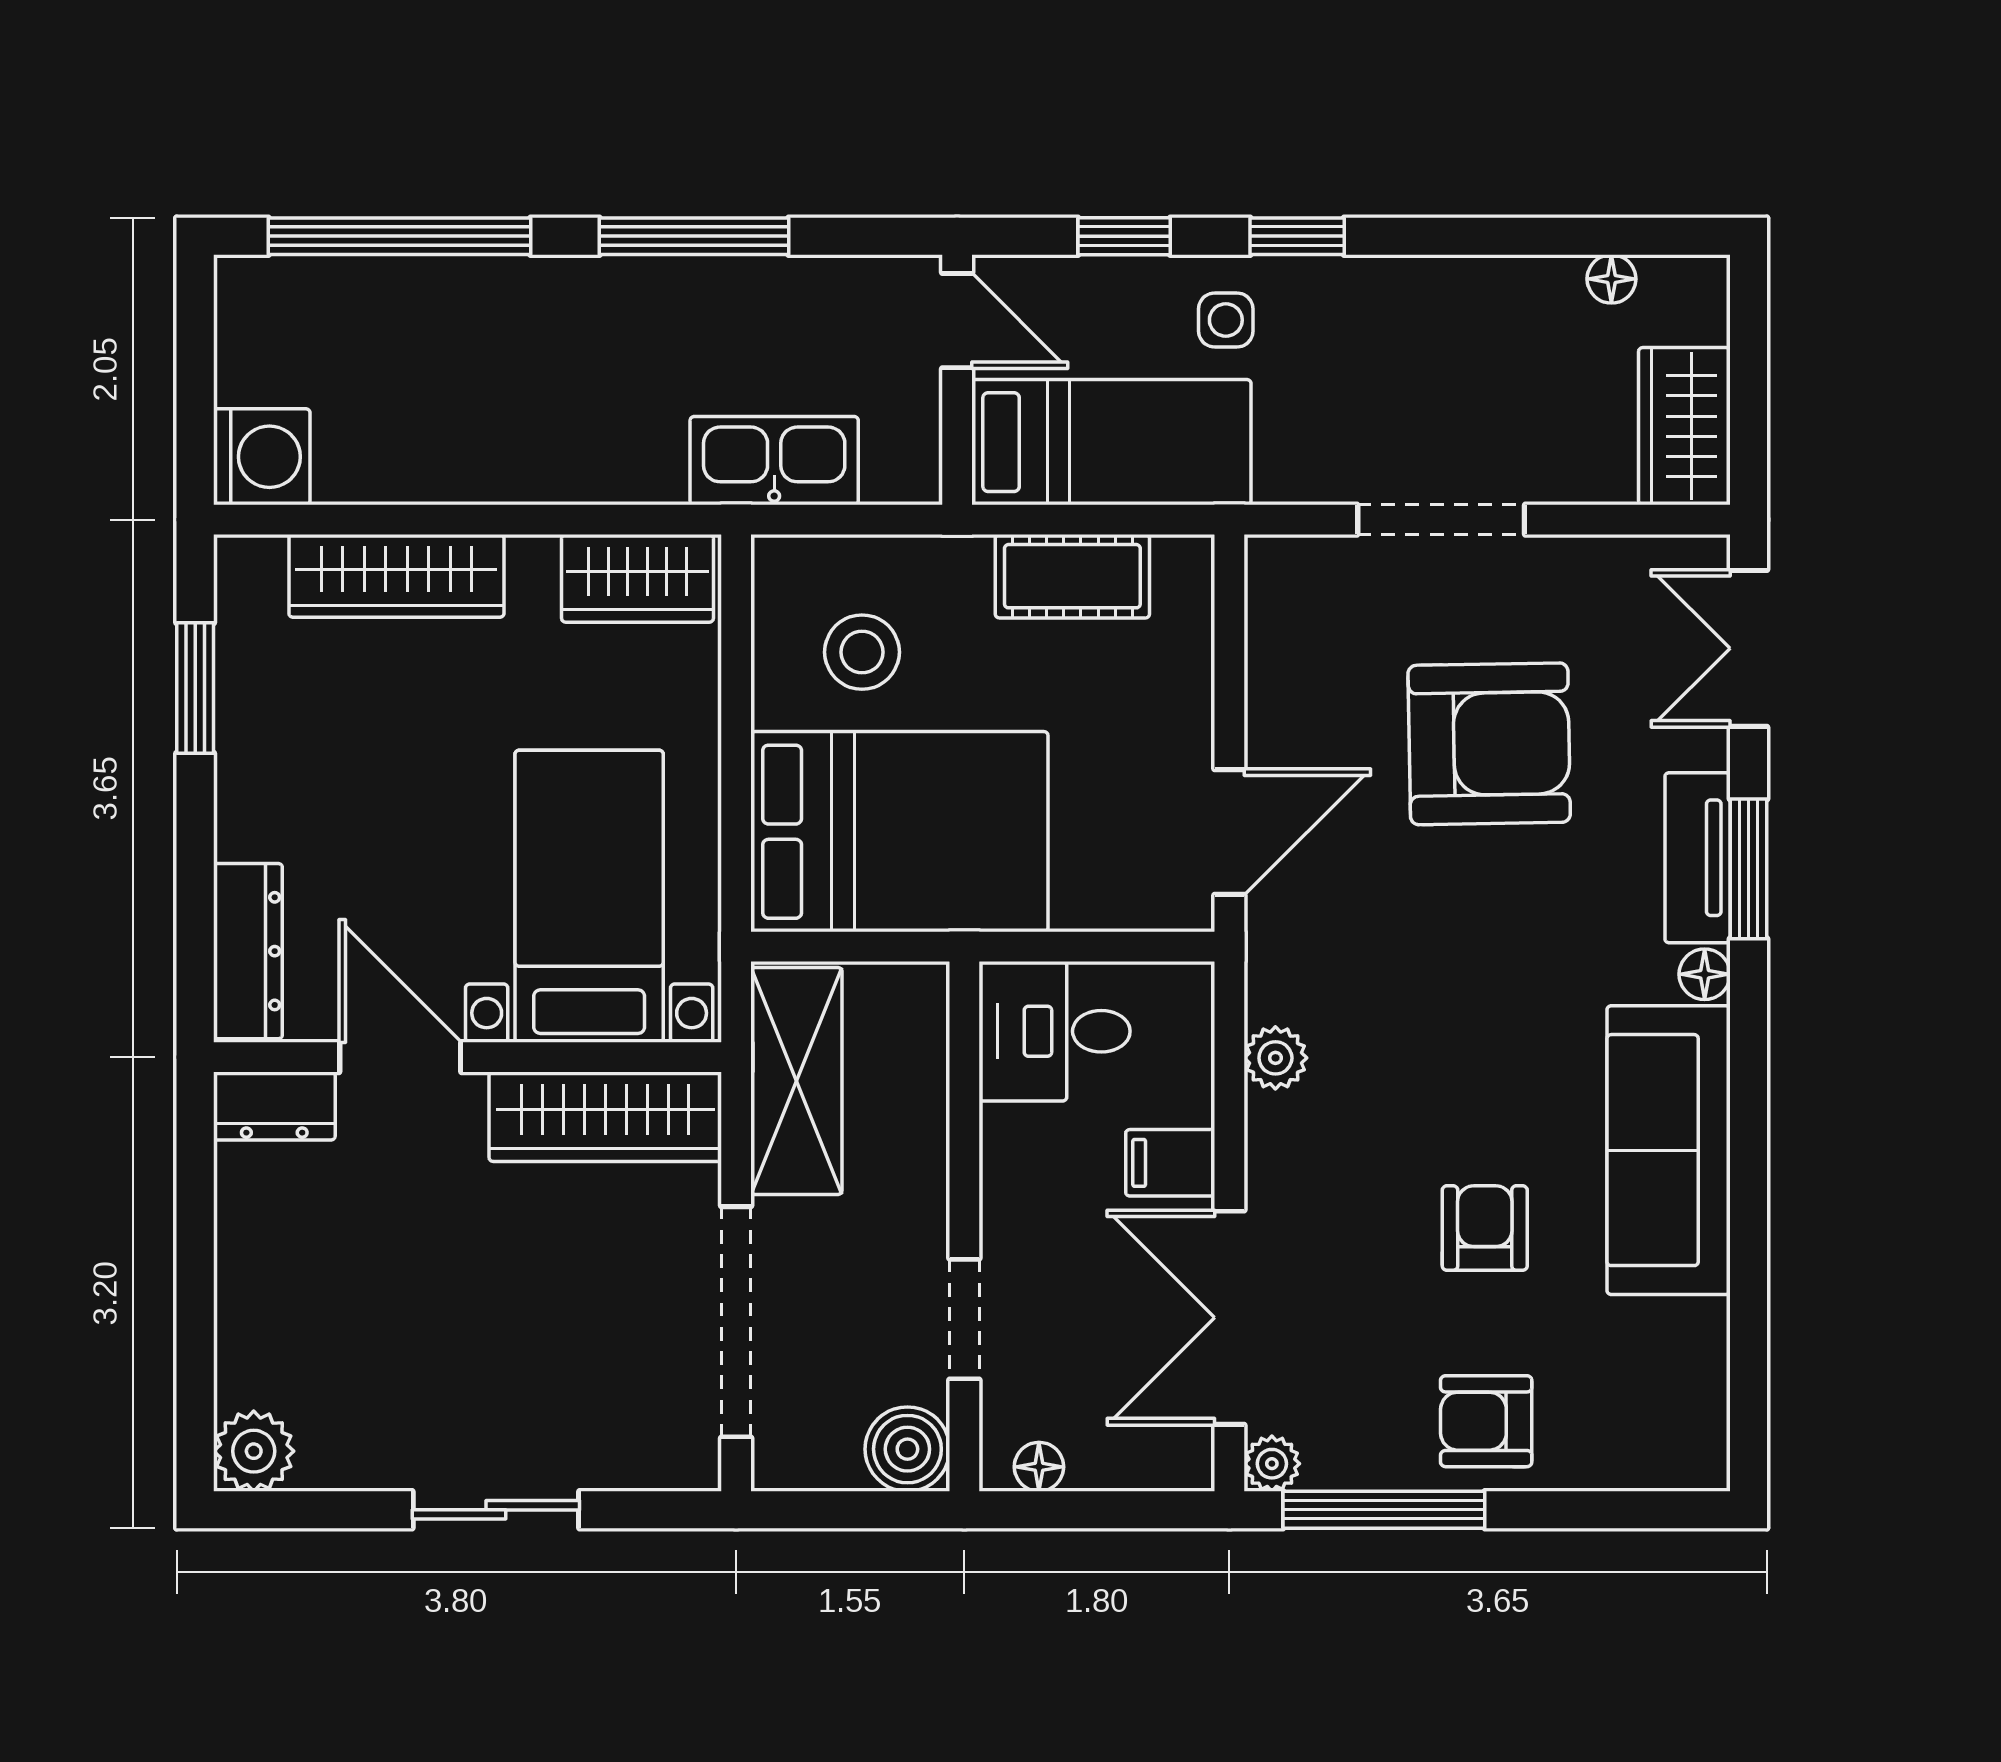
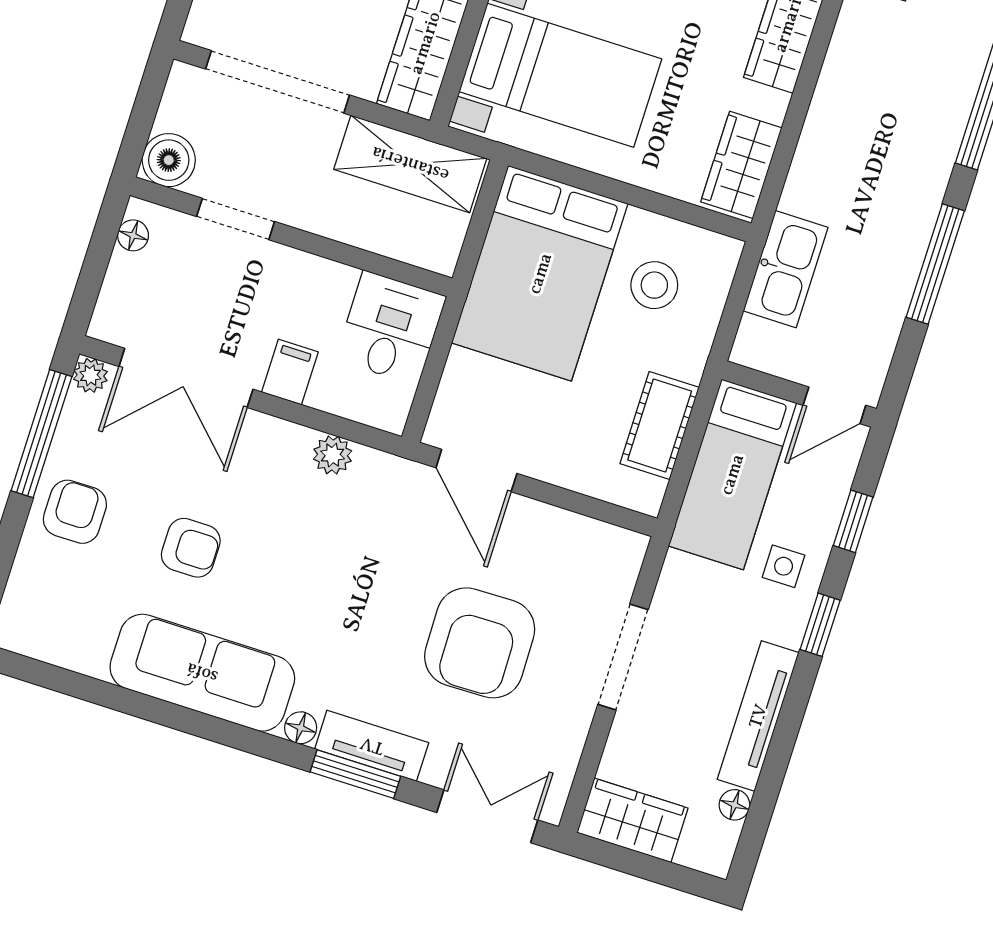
tv unit: (1465, 286) -> (758, 716), added
double door: (1229, 1318) -> (186, 378), swing flipped

